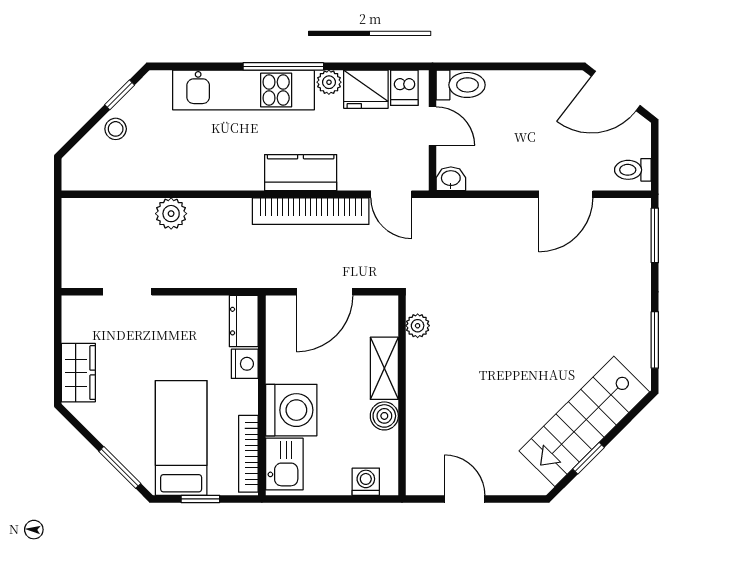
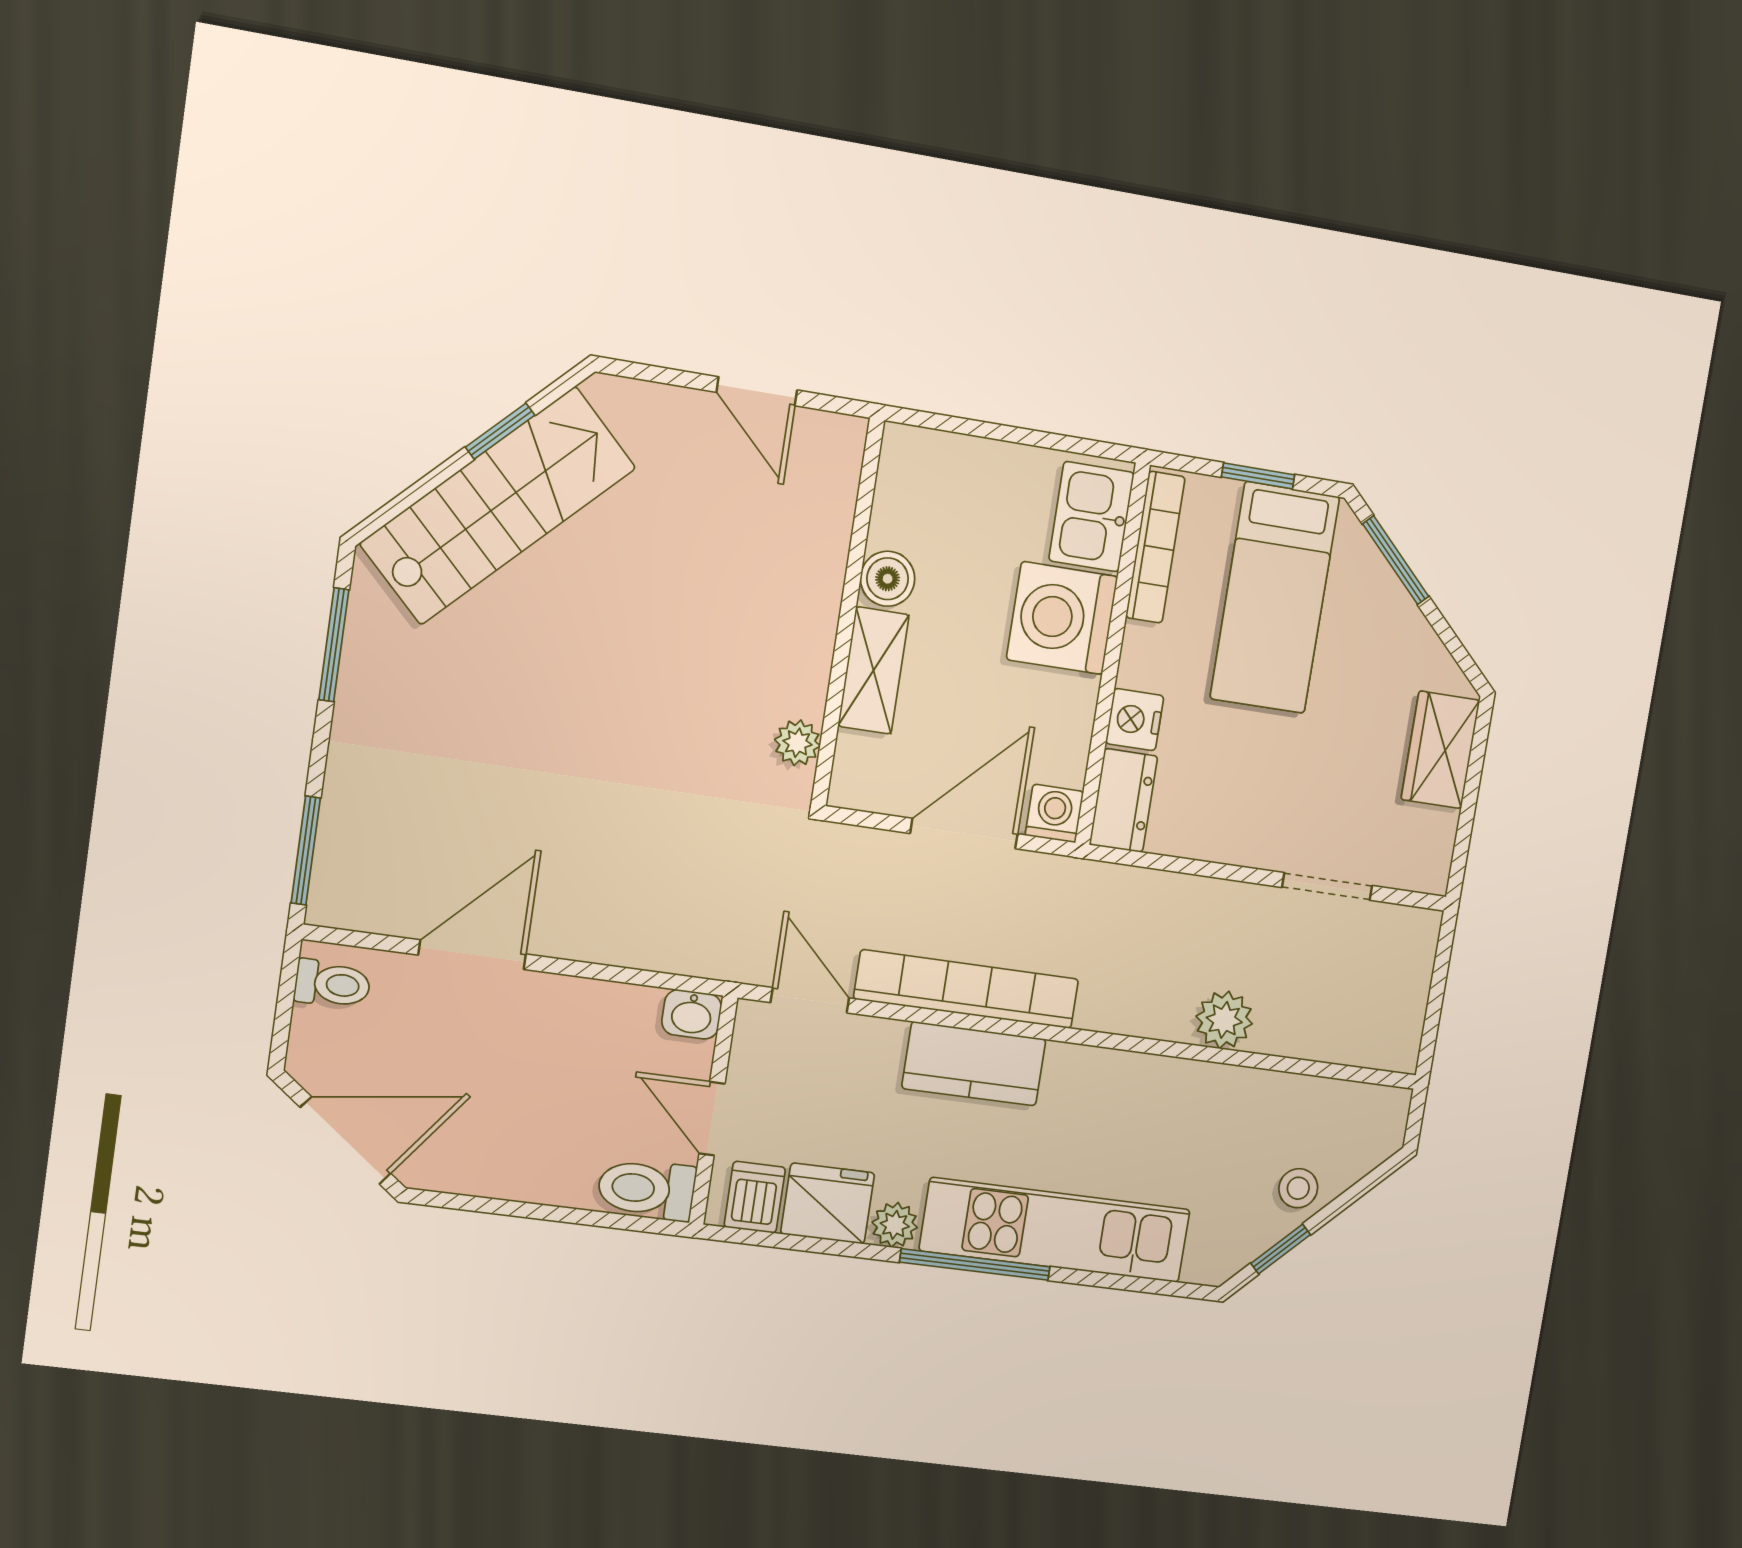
washing machine: (366, 482) -> (1054, 813), moved, turned 180

